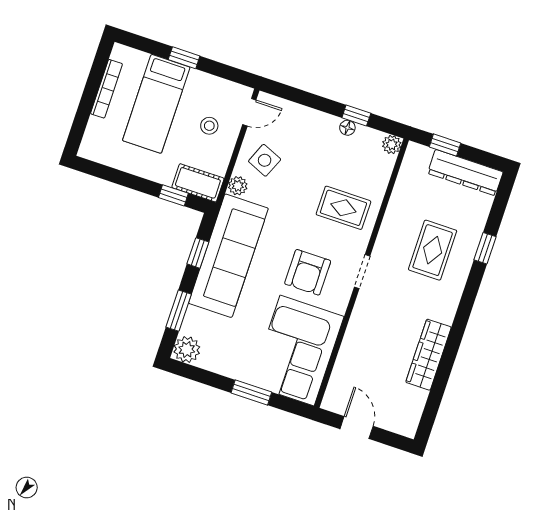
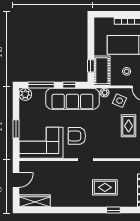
cot: (198, 183) -> (102, 71), width x1.37, depth x1.34
rug: (343, 208) -> (129, 126), moved
window: (179, 311) -> (41, 85), width x1.44
wardrobe: (429, 355) -> (35, 201), moved

